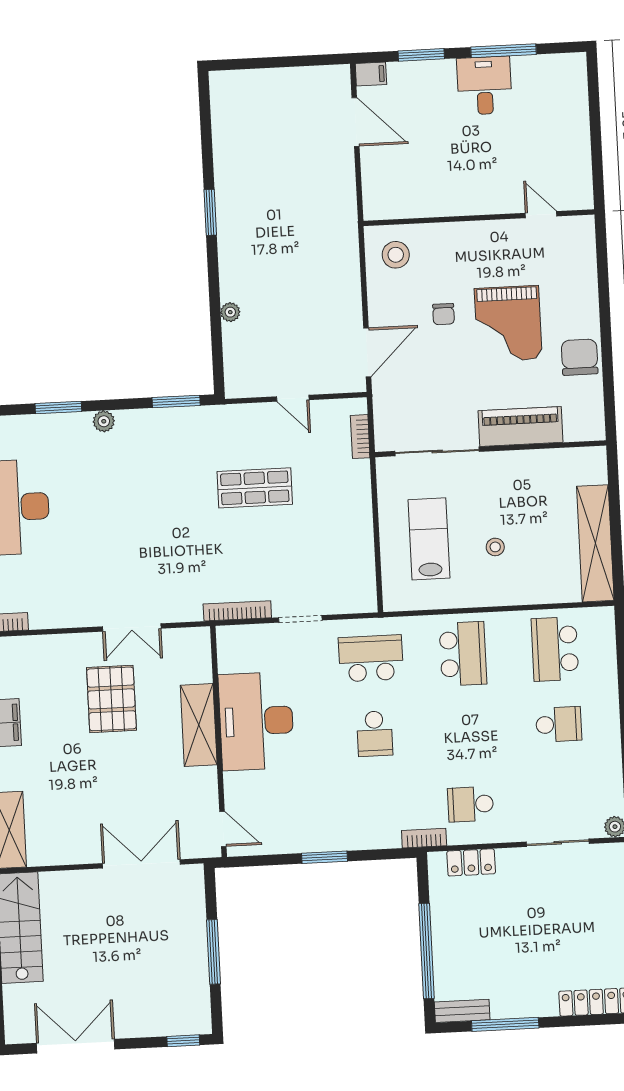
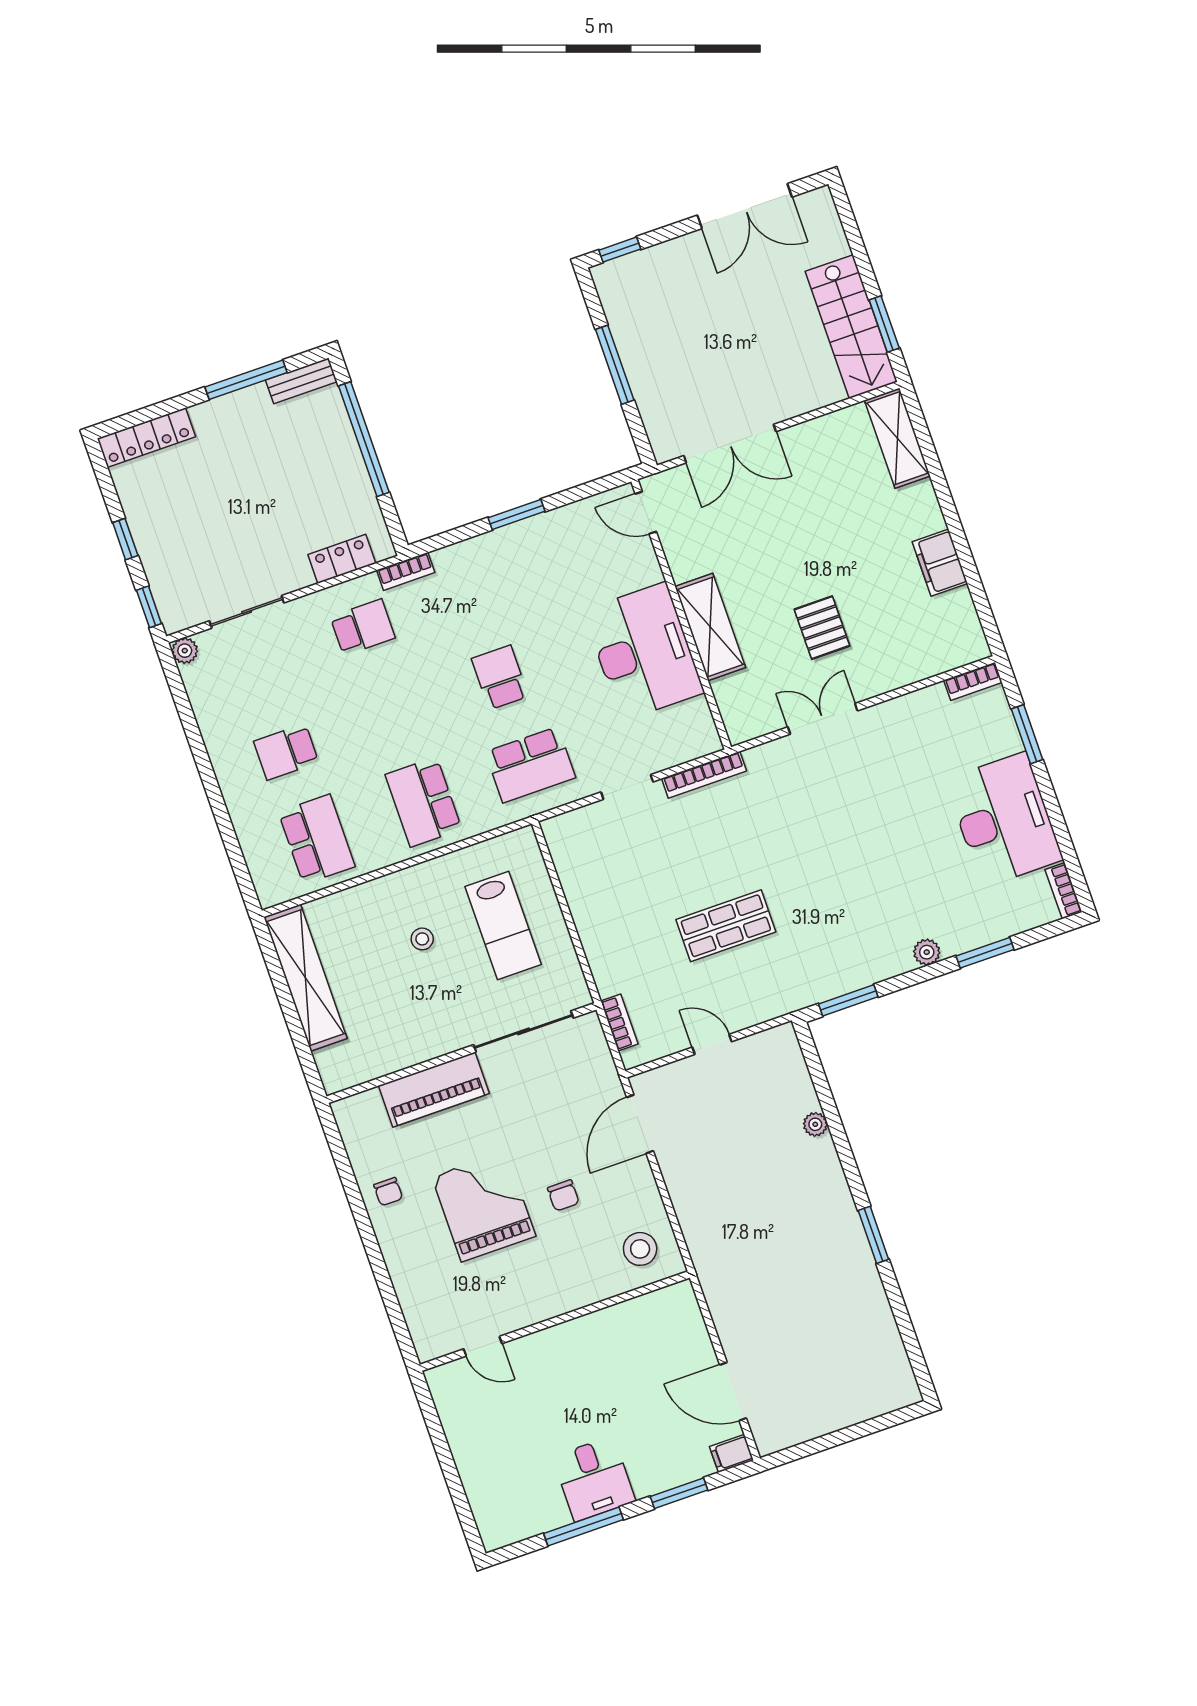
chair: (444, 314) -> (563, 1195), turned 180
chair: (580, 357) -> (388, 1192), width x0.54, depth x0.54
pallet: (111, 699) -> (822, 628), width x0.67, depth x0.71

